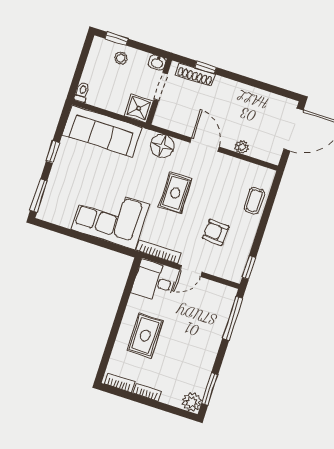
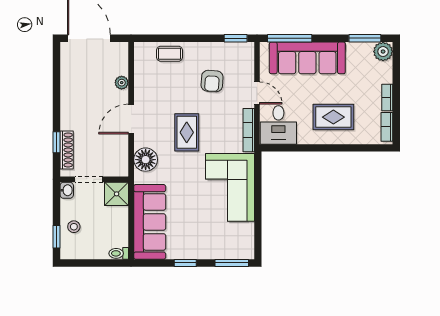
rug: (175, 193) -> (187, 132), turned 90
sofa: (209, 329) -> (307, 58), added

